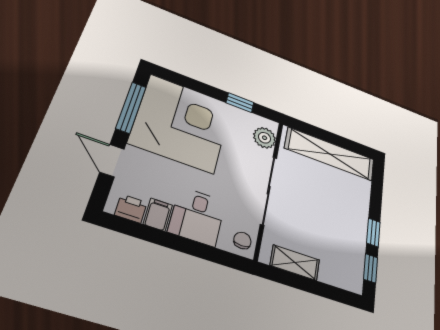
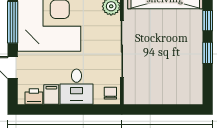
shelving: (295, 263) -> (150, 97), removed
window: (371, 268) -> (208, 21), moved

